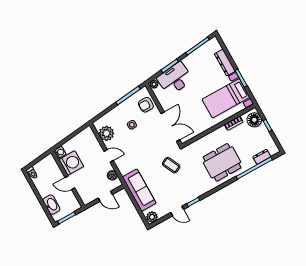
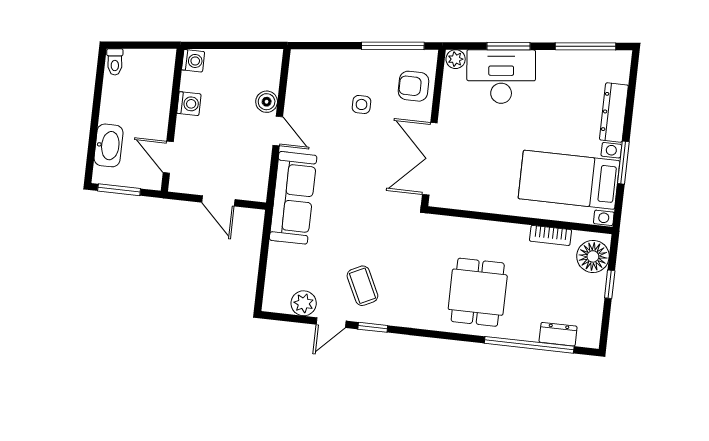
double door: (170, 127) -> (430, 159), swing flipped
plant: (106, 133) -> (303, 87), removed
dining table: (222, 162) -> (478, 292), width x0.73
washing machine: (71, 163) -> (189, 104), width x0.53, depth x0.53
coffee table: (171, 165) -> (362, 286), moved
boiler: (112, 175) -> (267, 102), moved
door: (70, 183) -> (168, 157), moved
sofa: (139, 190) -> (293, 198), moved
door: (177, 211) -> (331, 323), hinge flipped
plant: (152, 217) -> (304, 303), moved

